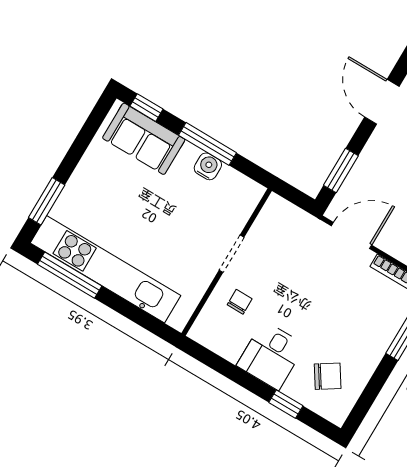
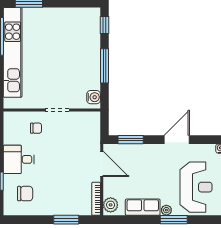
sofa: (144, 139) -> (88, 33), removed
water cooler: (208, 166) -> (94, 97), moved
chair: (328, 376) -> (25, 194), turned -57

